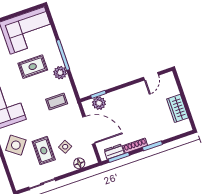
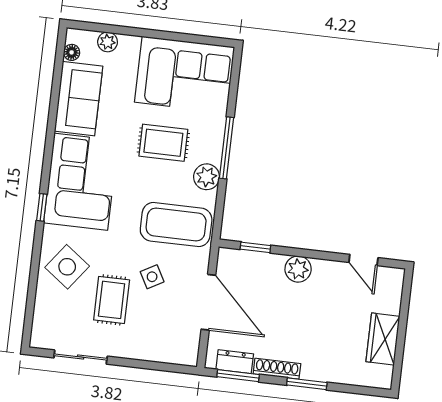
door: (151, 76) -> (363, 260), hinge flipped
coffee table: (57, 101) -> (176, 225), width x1.86, depth x1.72
plant: (99, 103) -> (298, 269), moved
side table: (65, 147) -> (152, 277), moved
floor lamp: (79, 163) -> (163, 353), removed

